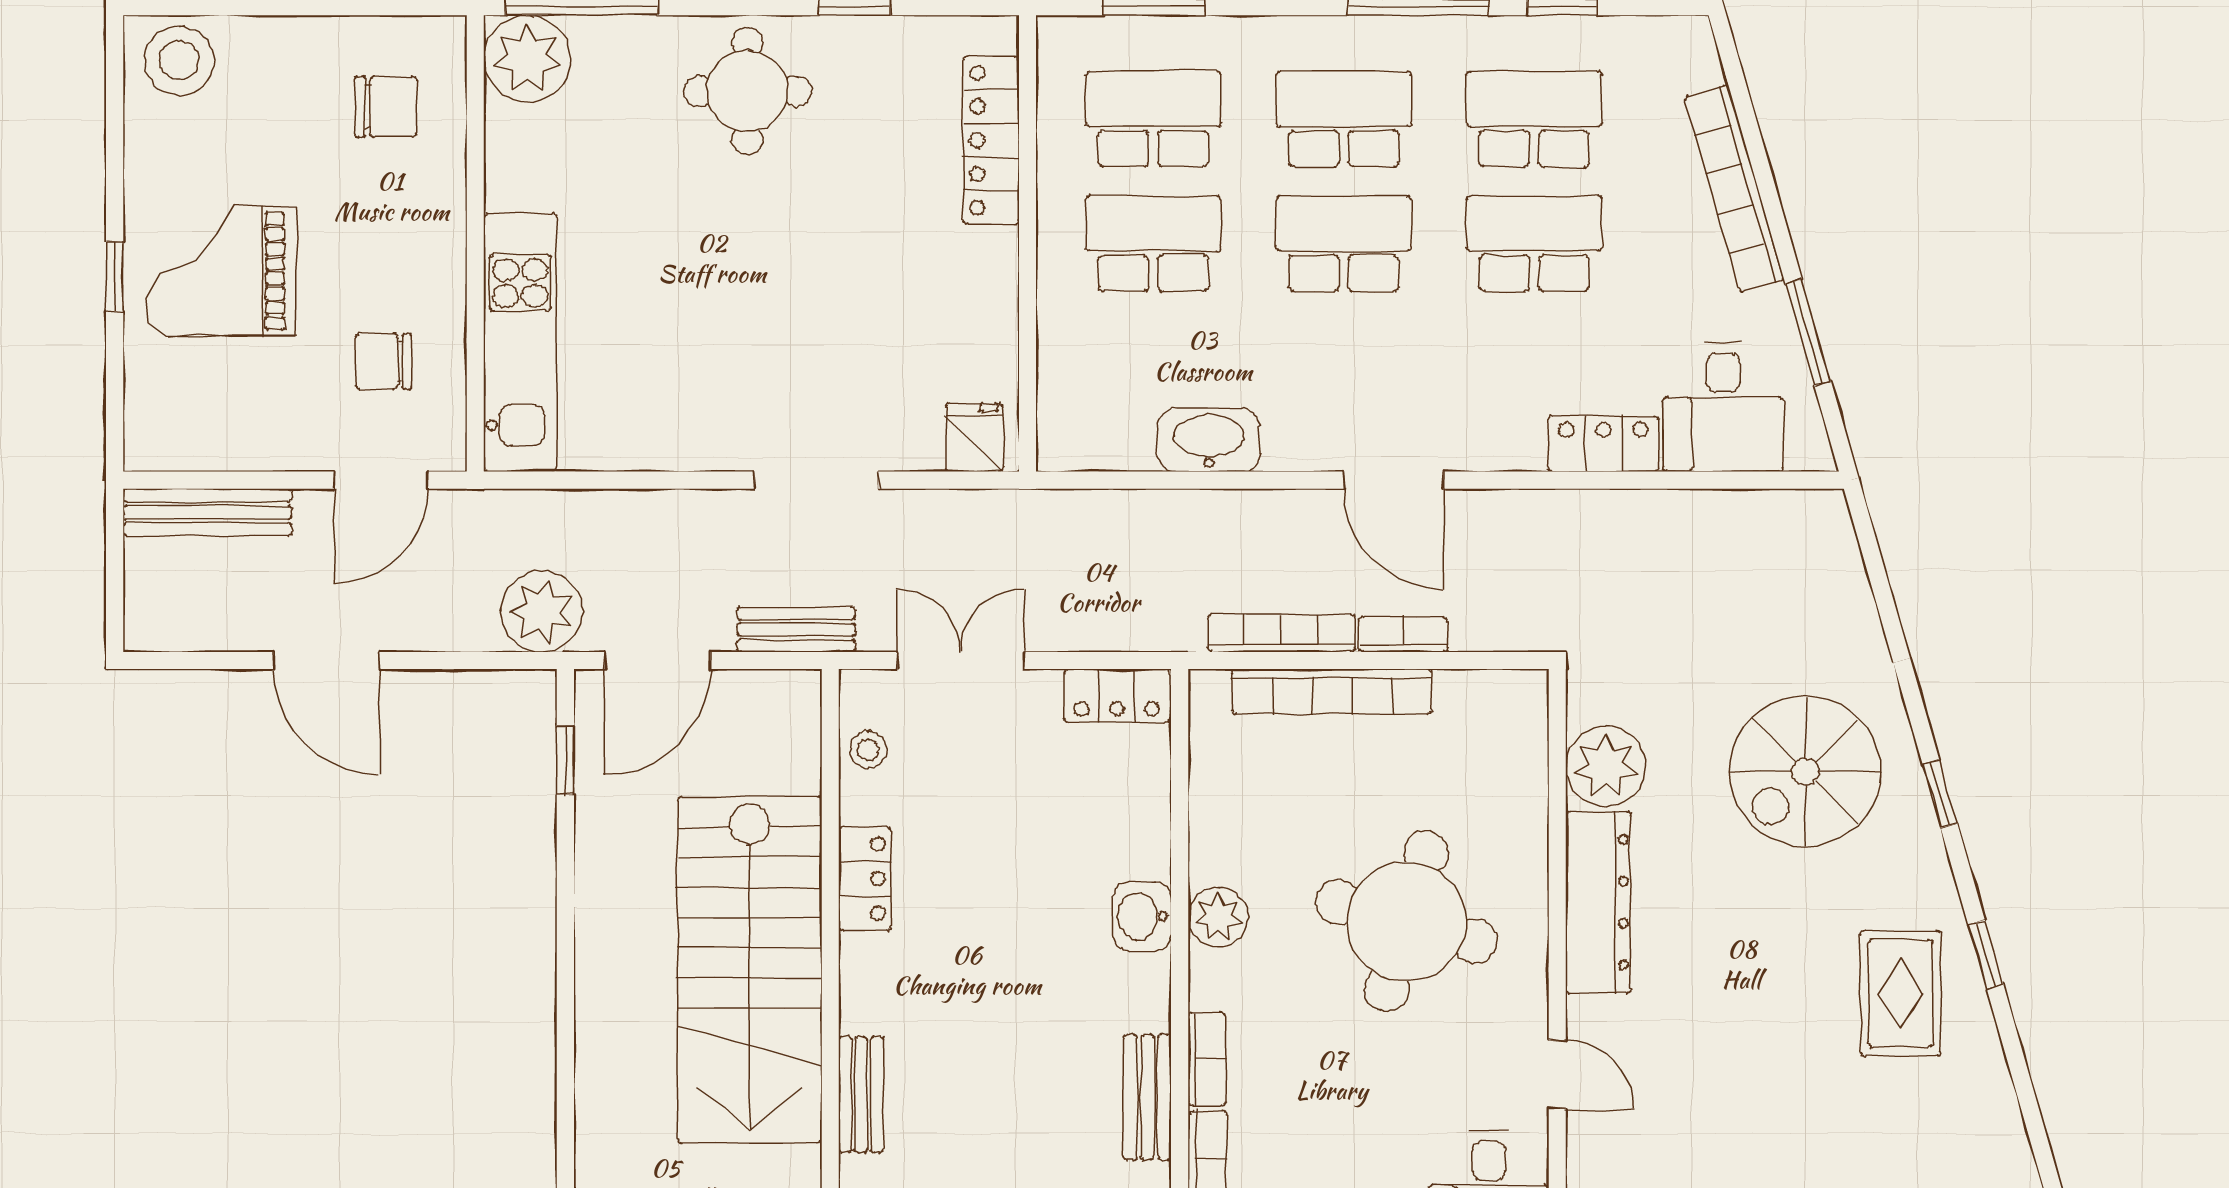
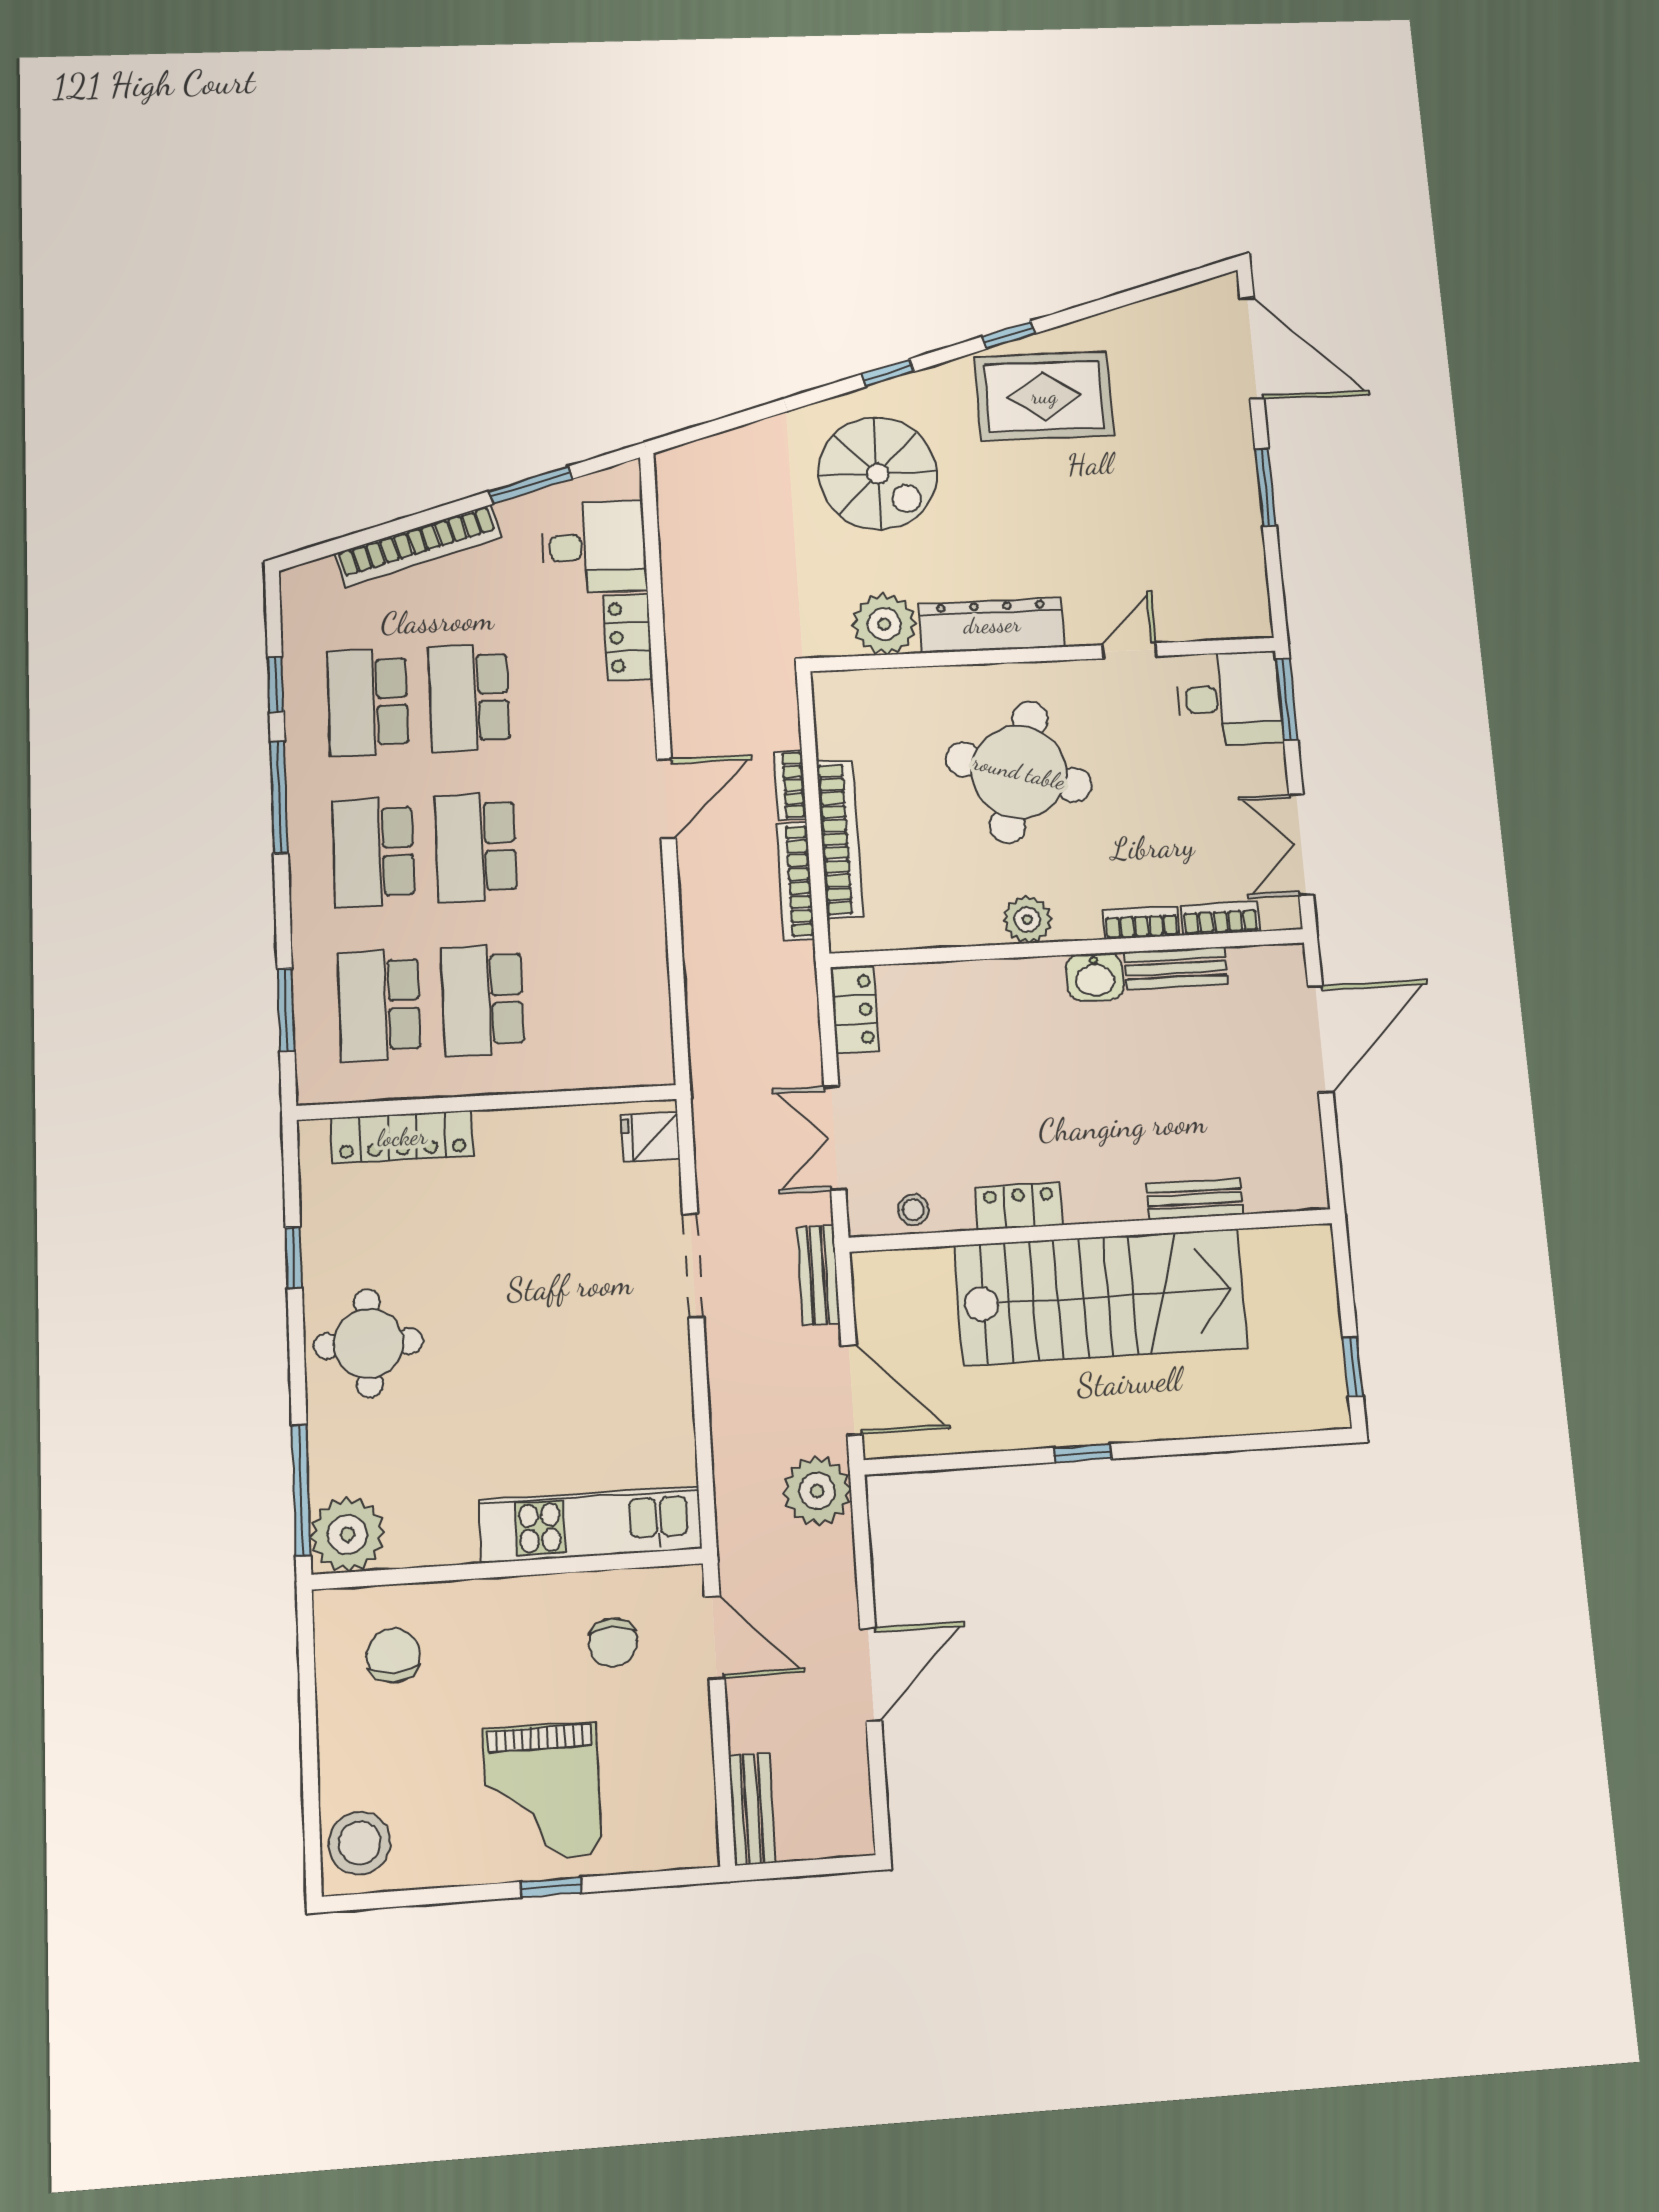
washbasin: (1209, 440) -> (642, 947), removed
bench: (207, 512) -> (752, 1809), width x0.73
window: (565, 760) -> (1082, 1453), moved
washbasin: (1142, 916) -> (1095, 977), moved
rug: (1901, 993) -> (1044, 396), width x1.36, depth x1.43

